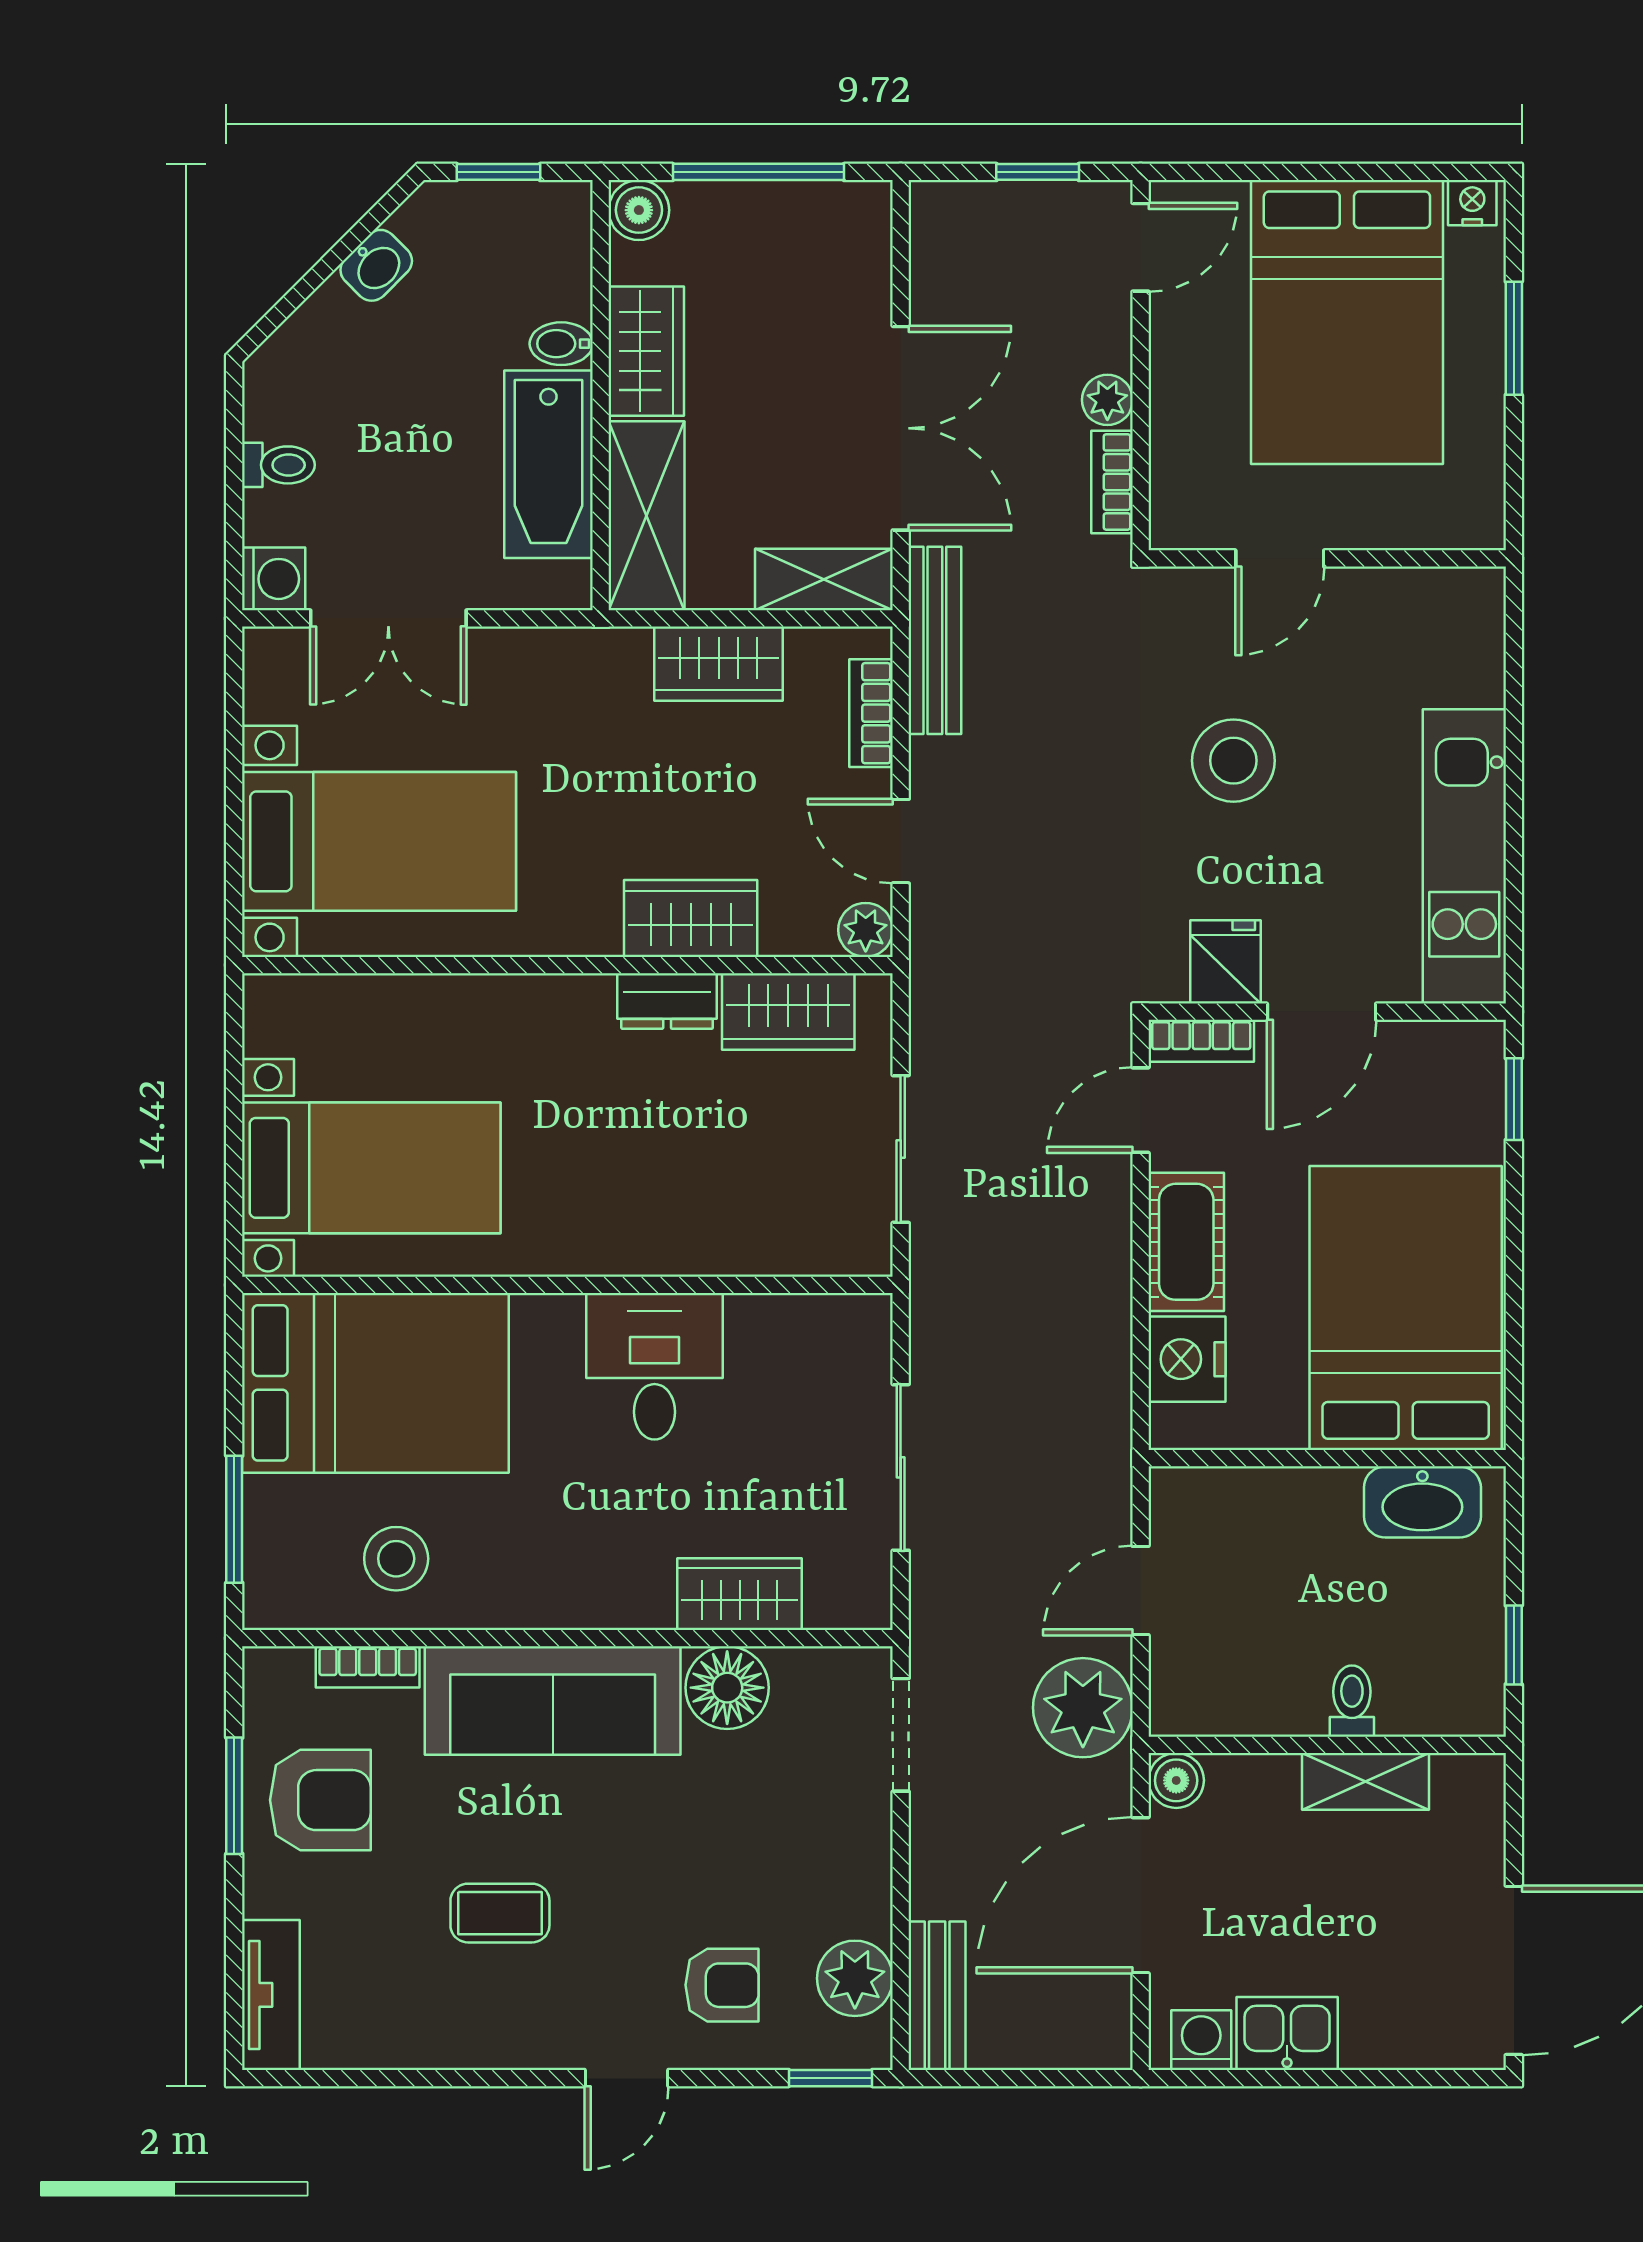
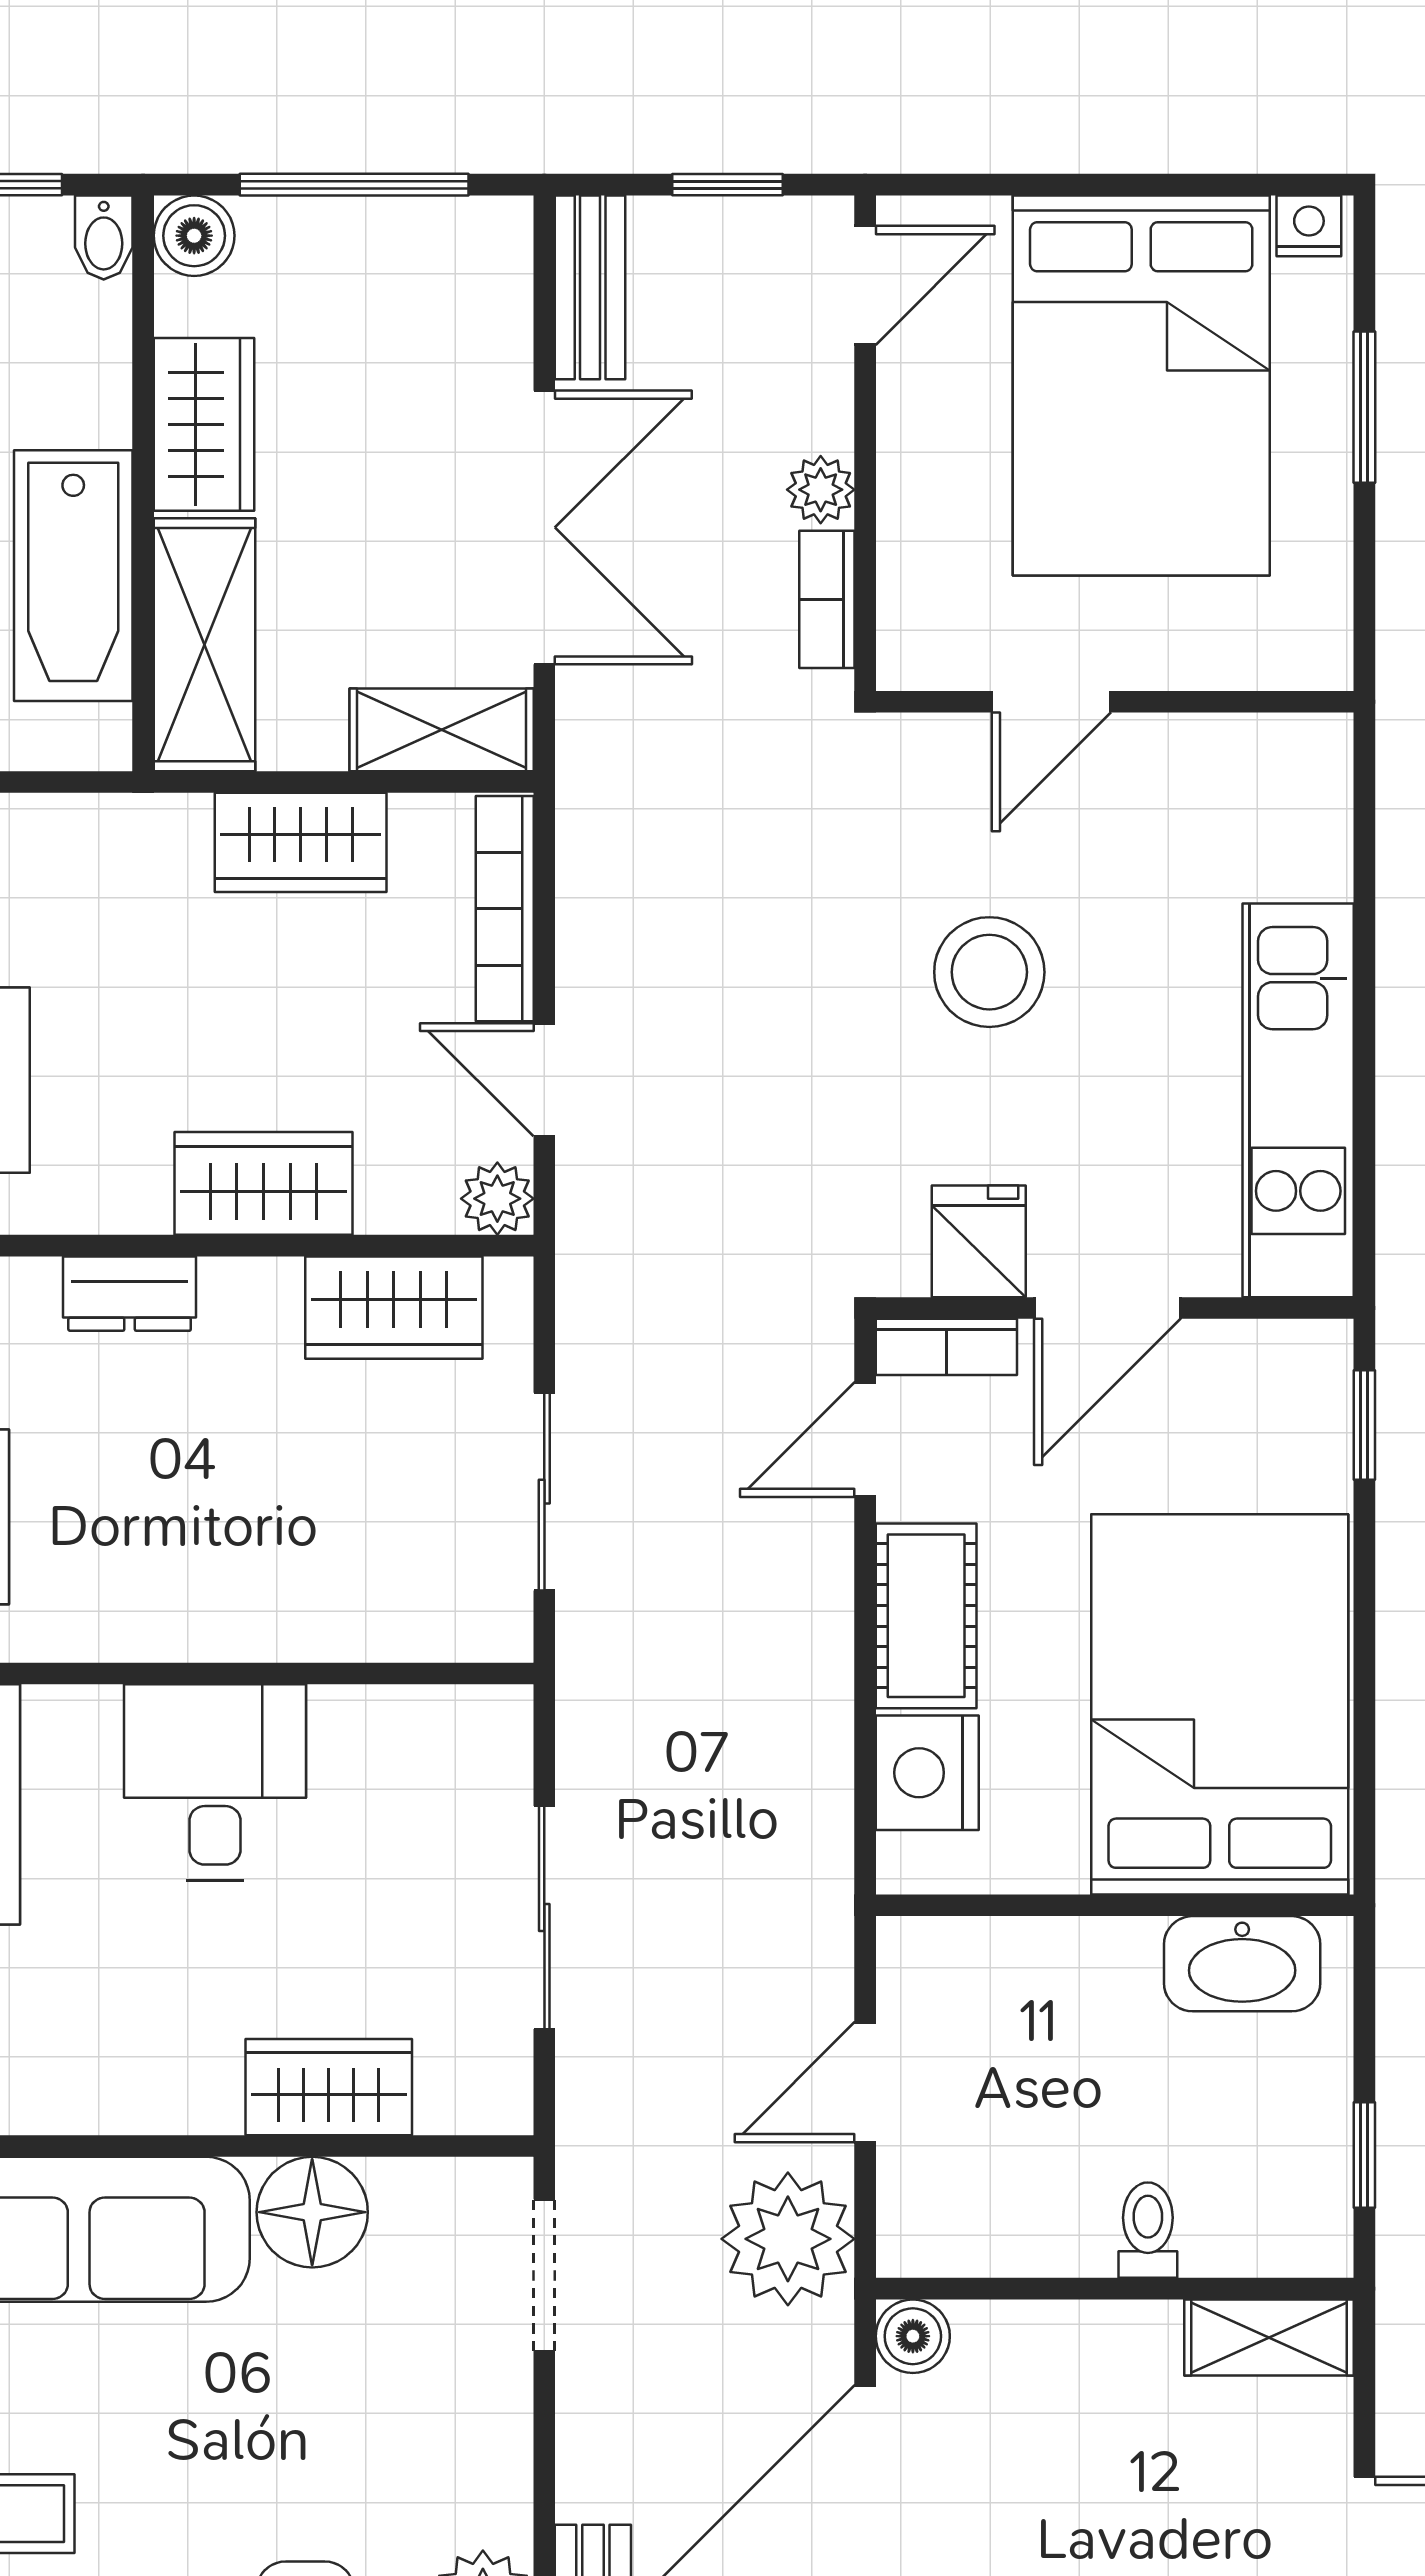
bidet: (561, 344) -> (104, 238), moved, turned -90
bench: (935, 640) -> (590, 287), moved, width x0.73
bookcase: (871, 713) -> (505, 909), width x1.56
dresser: (667, 1001) -> (130, 1294), moved
shelving: (1366, 1781) -> (1269, 2337), moved

